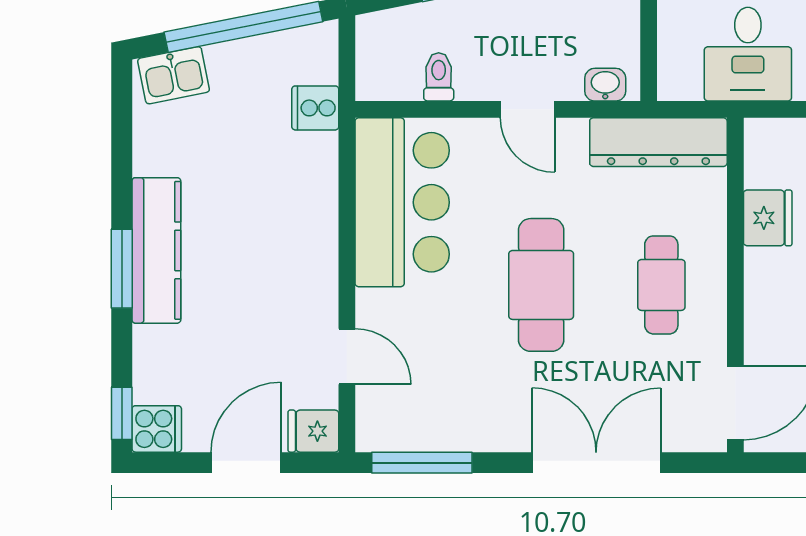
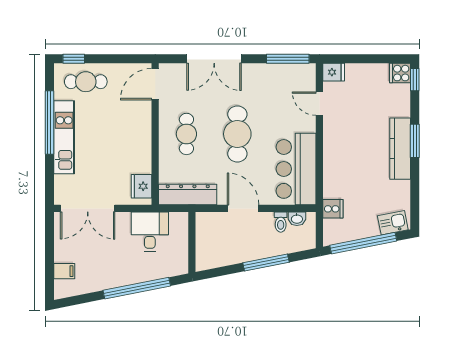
washbasin: (605, 85) -> (297, 219), moved
door: (528, 109) -> (243, 208), width x1.38
fridge: (768, 218) -> (141, 186), moved
door: (246, 463) -> (362, 59), removed

